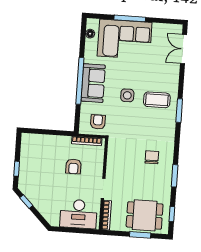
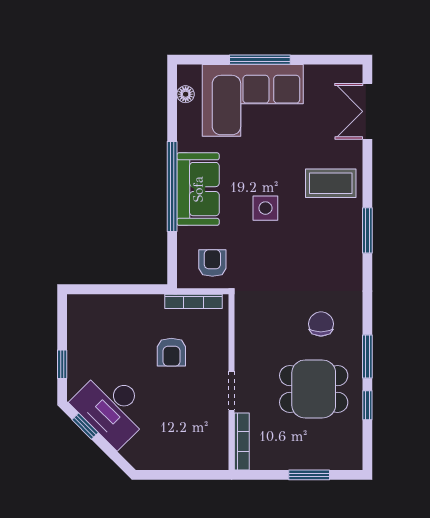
coffee table: (157, 100) -> (331, 183), moved
desk: (79, 214) -> (112, 408), moved, turned 45
window: (172, 214) -> (367, 405), moved
dining table: (145, 215) -> (314, 389), moved

